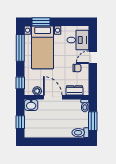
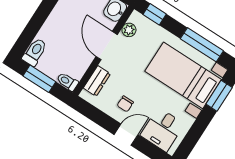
door: (93, 57) -> (126, 135), hinge flipped
door: (53, 97) -> (107, 46), swing flipped

